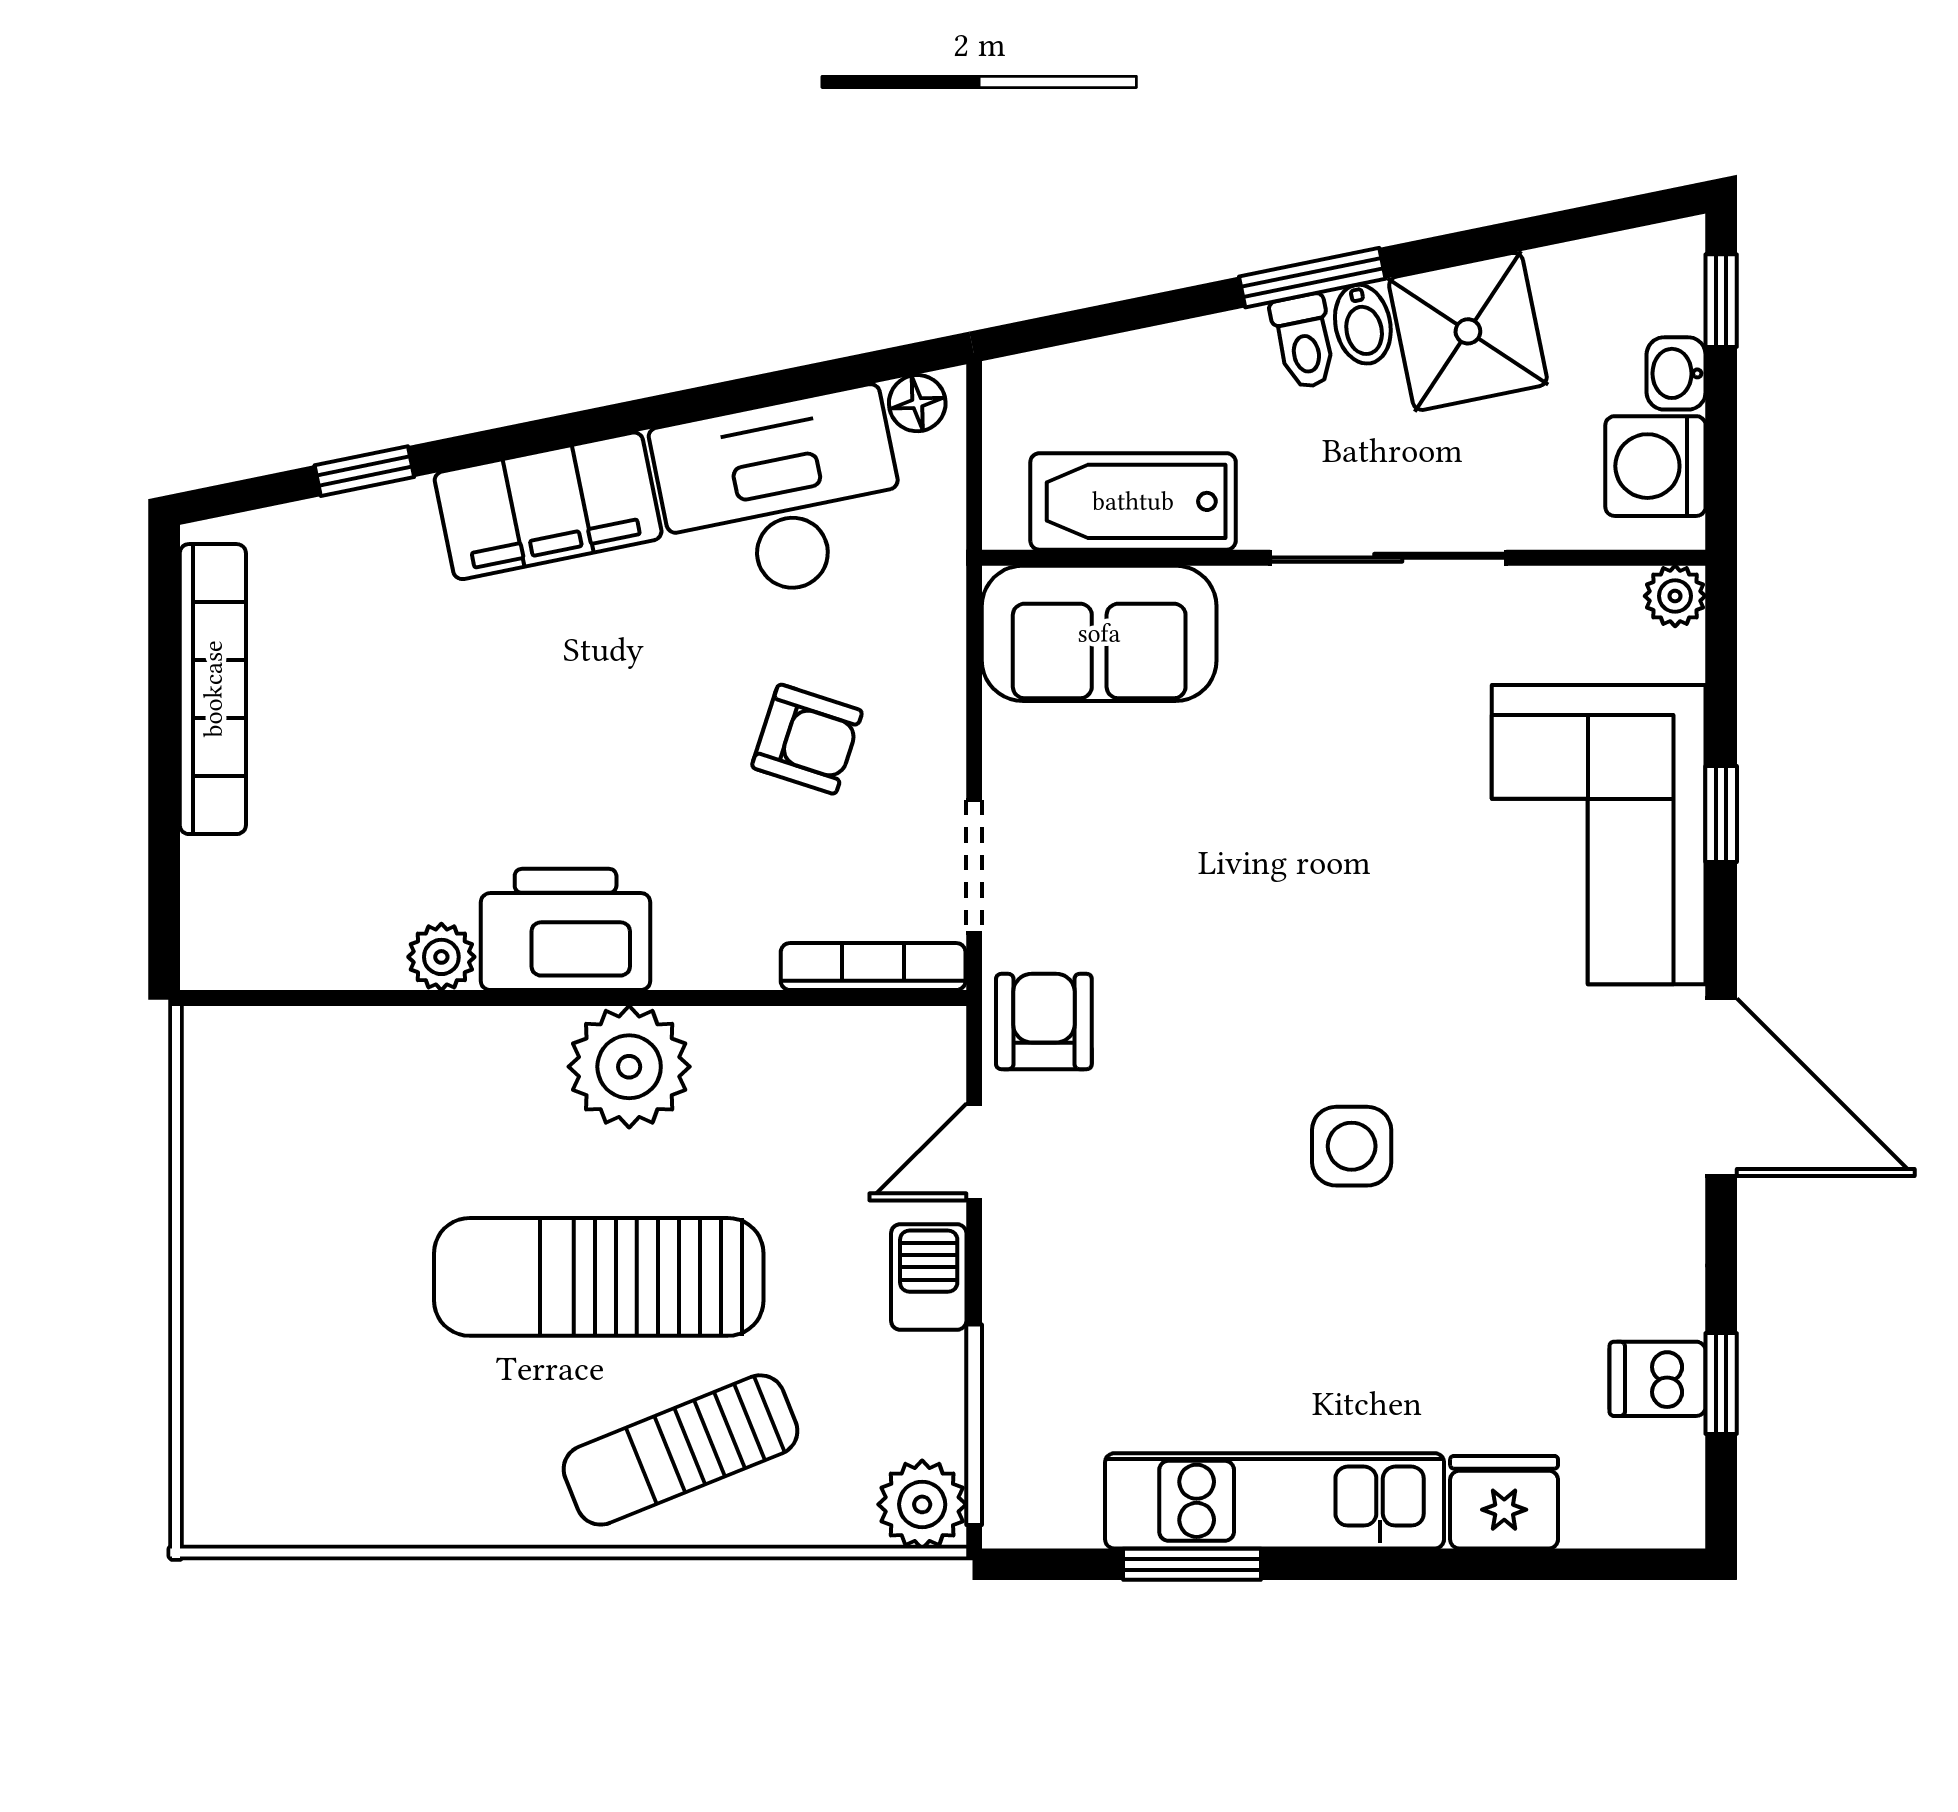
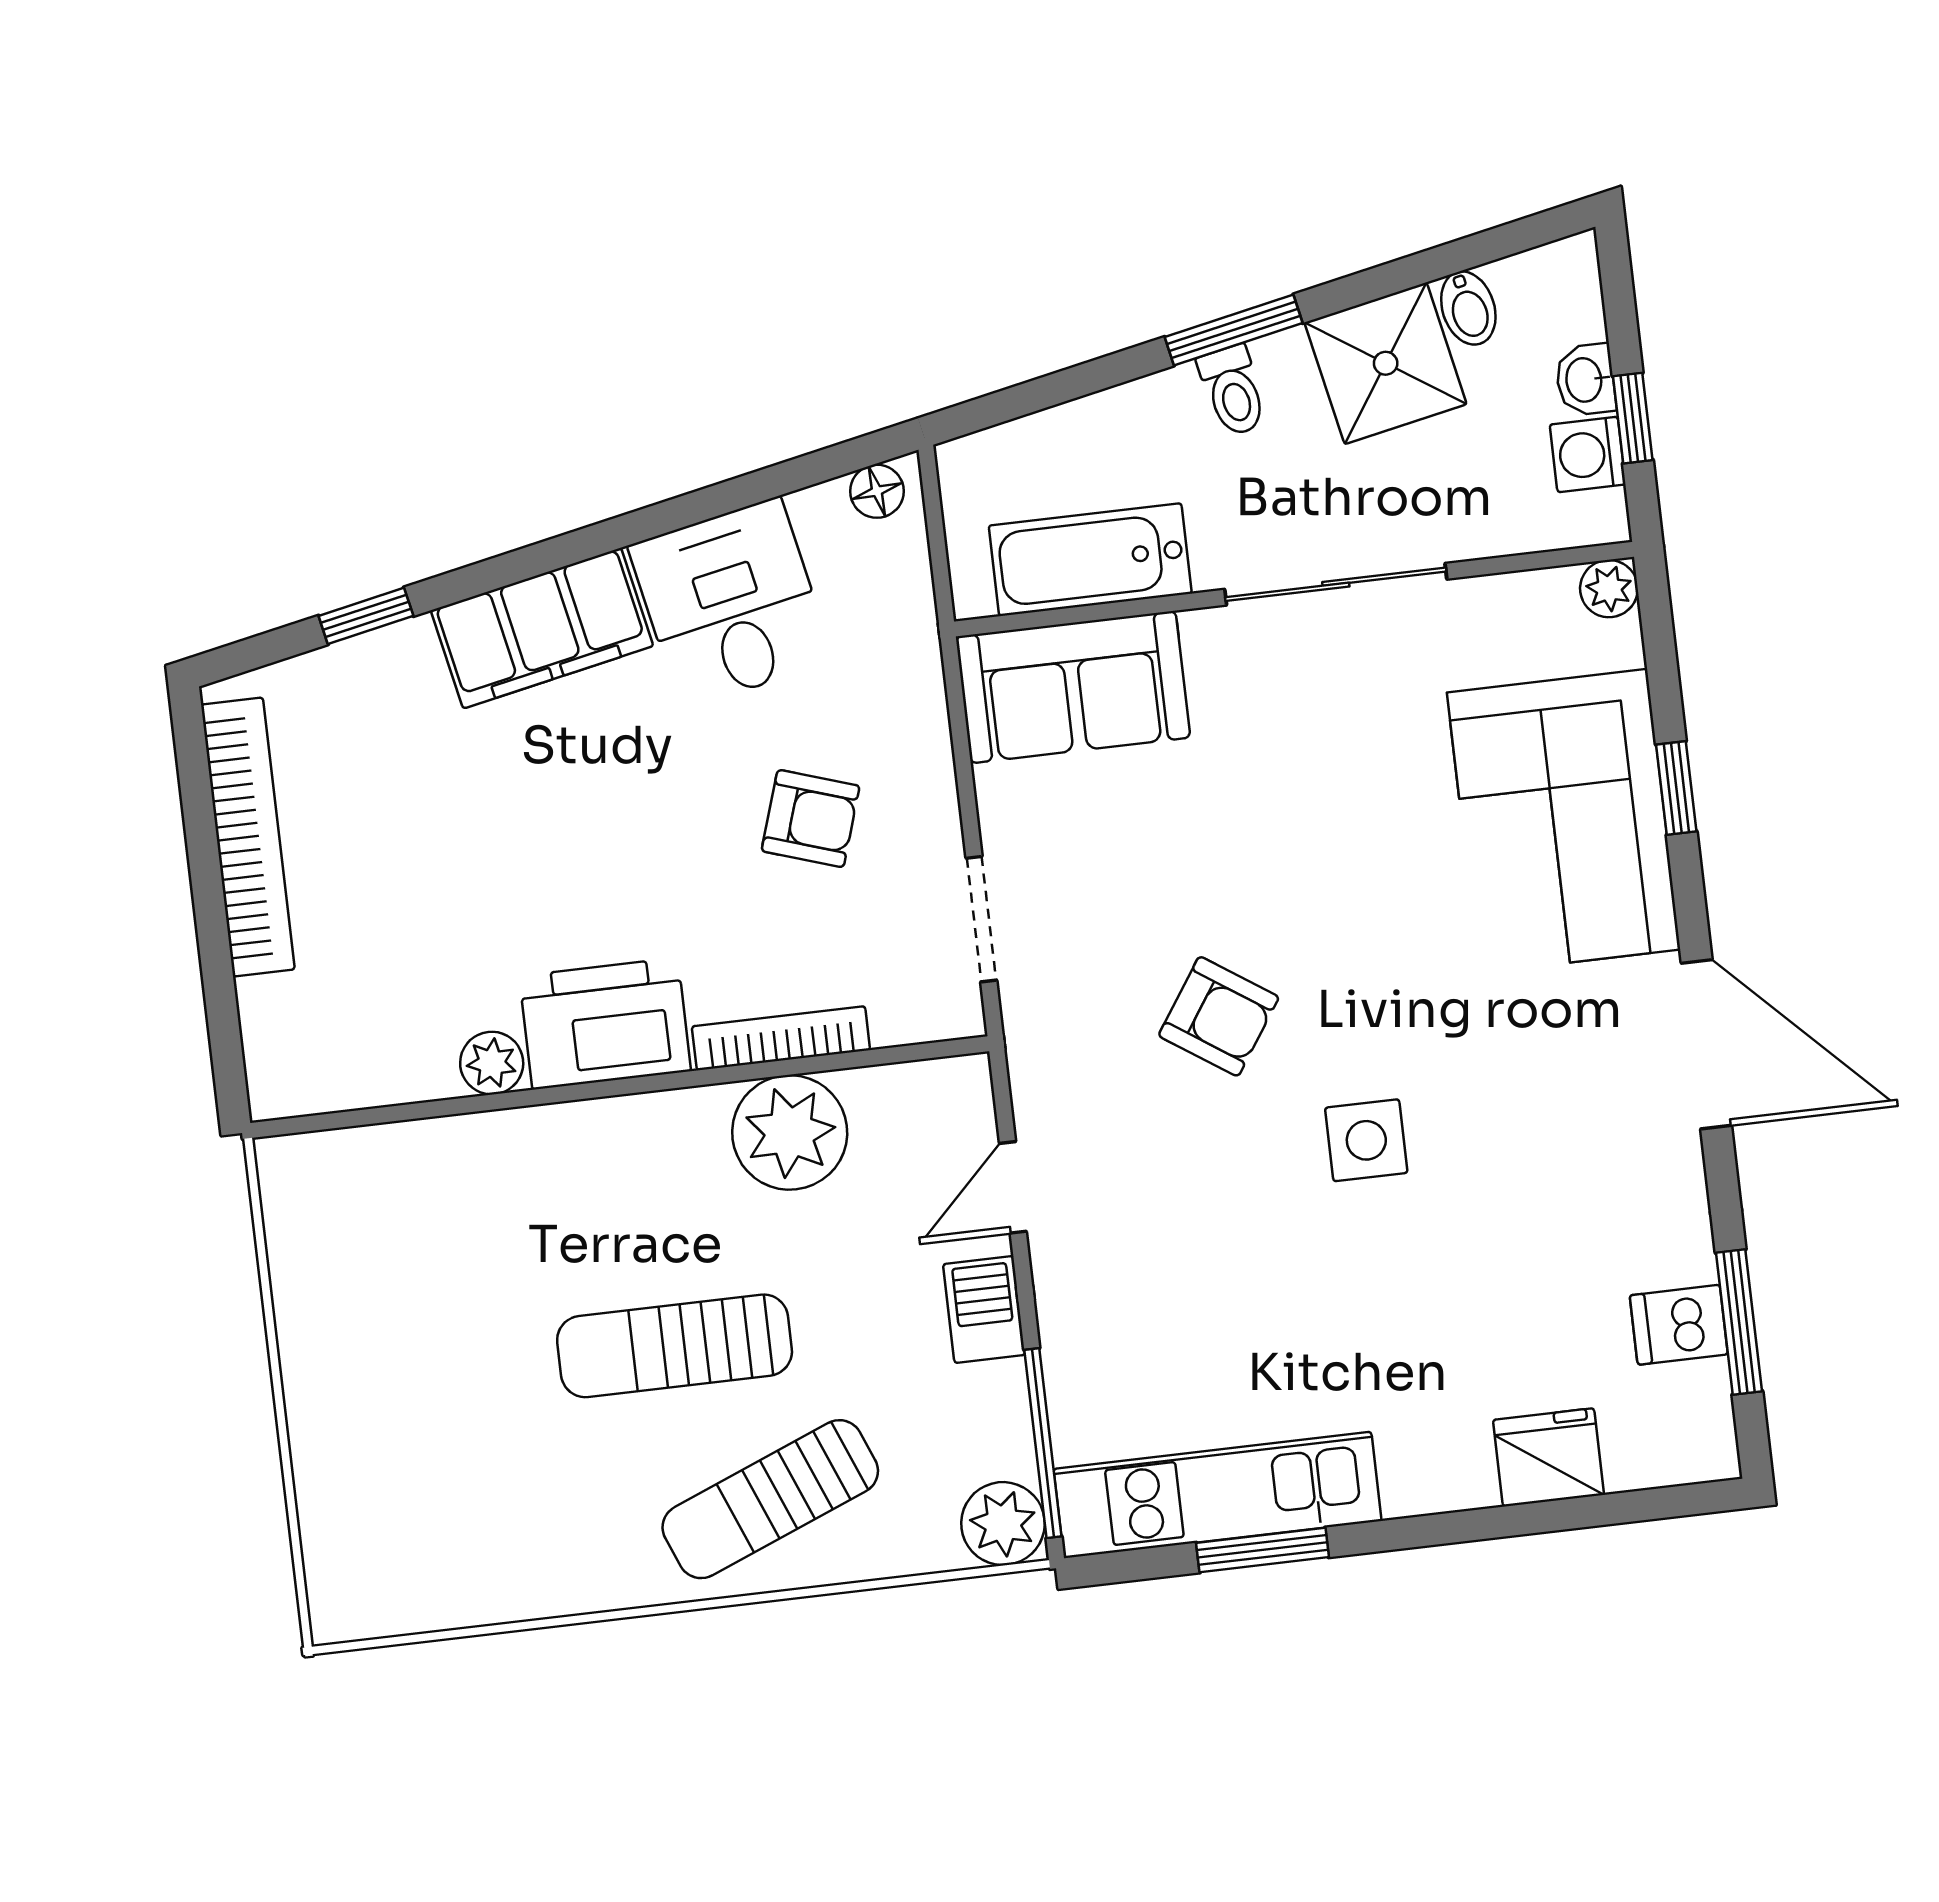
window: (1721, 301) -> (1633, 418), moved
bidet: (1363, 324) -> (1468, 308), moved
washing machine: (1655, 466) -> (1588, 454), width x0.73, depth x0.73
desk: (781, 497) -> (731, 603), width x0.73
bookcase: (873, 967) -> (781, 1038), moved
armchair: (1044, 1022) -> (1219, 1016), moved, turned 124
plant: (629, 1067) -> (790, 1132), moved
sun lounger: (599, 1277) -> (675, 1346), width x0.73, depth x0.75
window: (1721, 1383) -> (1739, 1322), width x1.50
kitchen unit: (1275, 1501) -> (1218, 1495), moved

